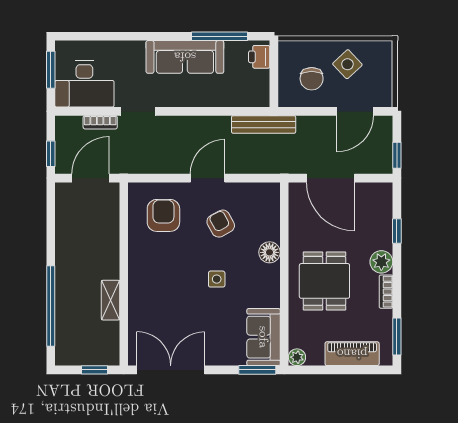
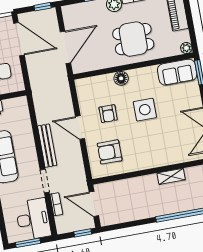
door: (355, 111) -> (19, 39), width x1.36
bench: (264, 124) -> (47, 146), moved
armchair: (221, 224) -> (108, 114), turned -61
side table: (217, 279) -> (145, 110), width x1.87, depth x1.87

